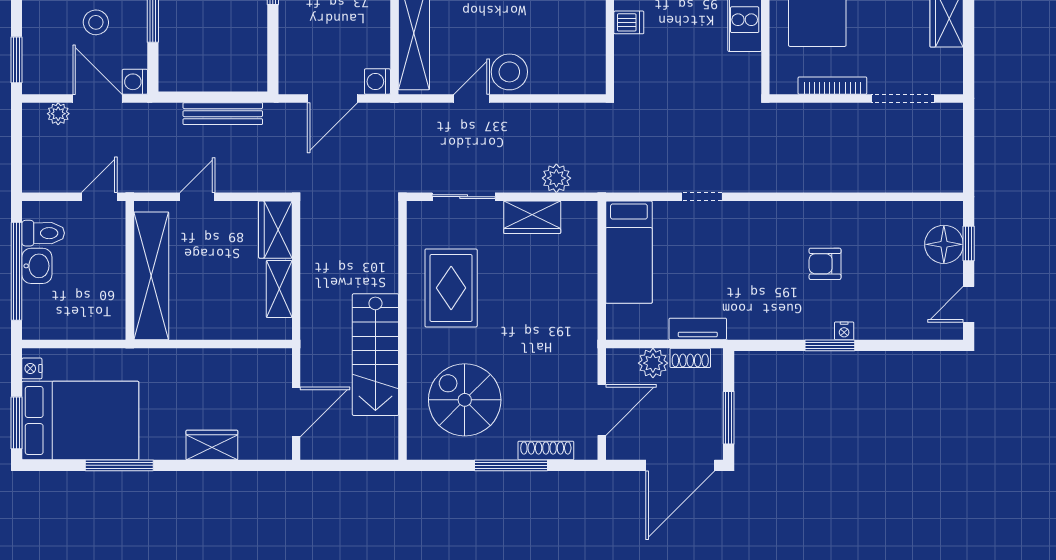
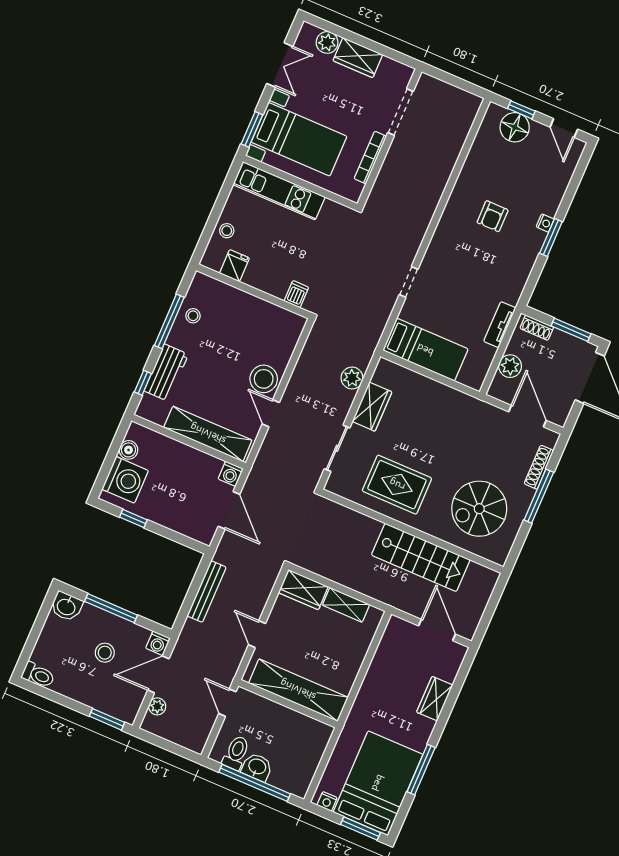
dishwasher: (629, 22) -> (296, 294), moved
shoe rack: (690, 358) -> (537, 328), moved, turned 90

